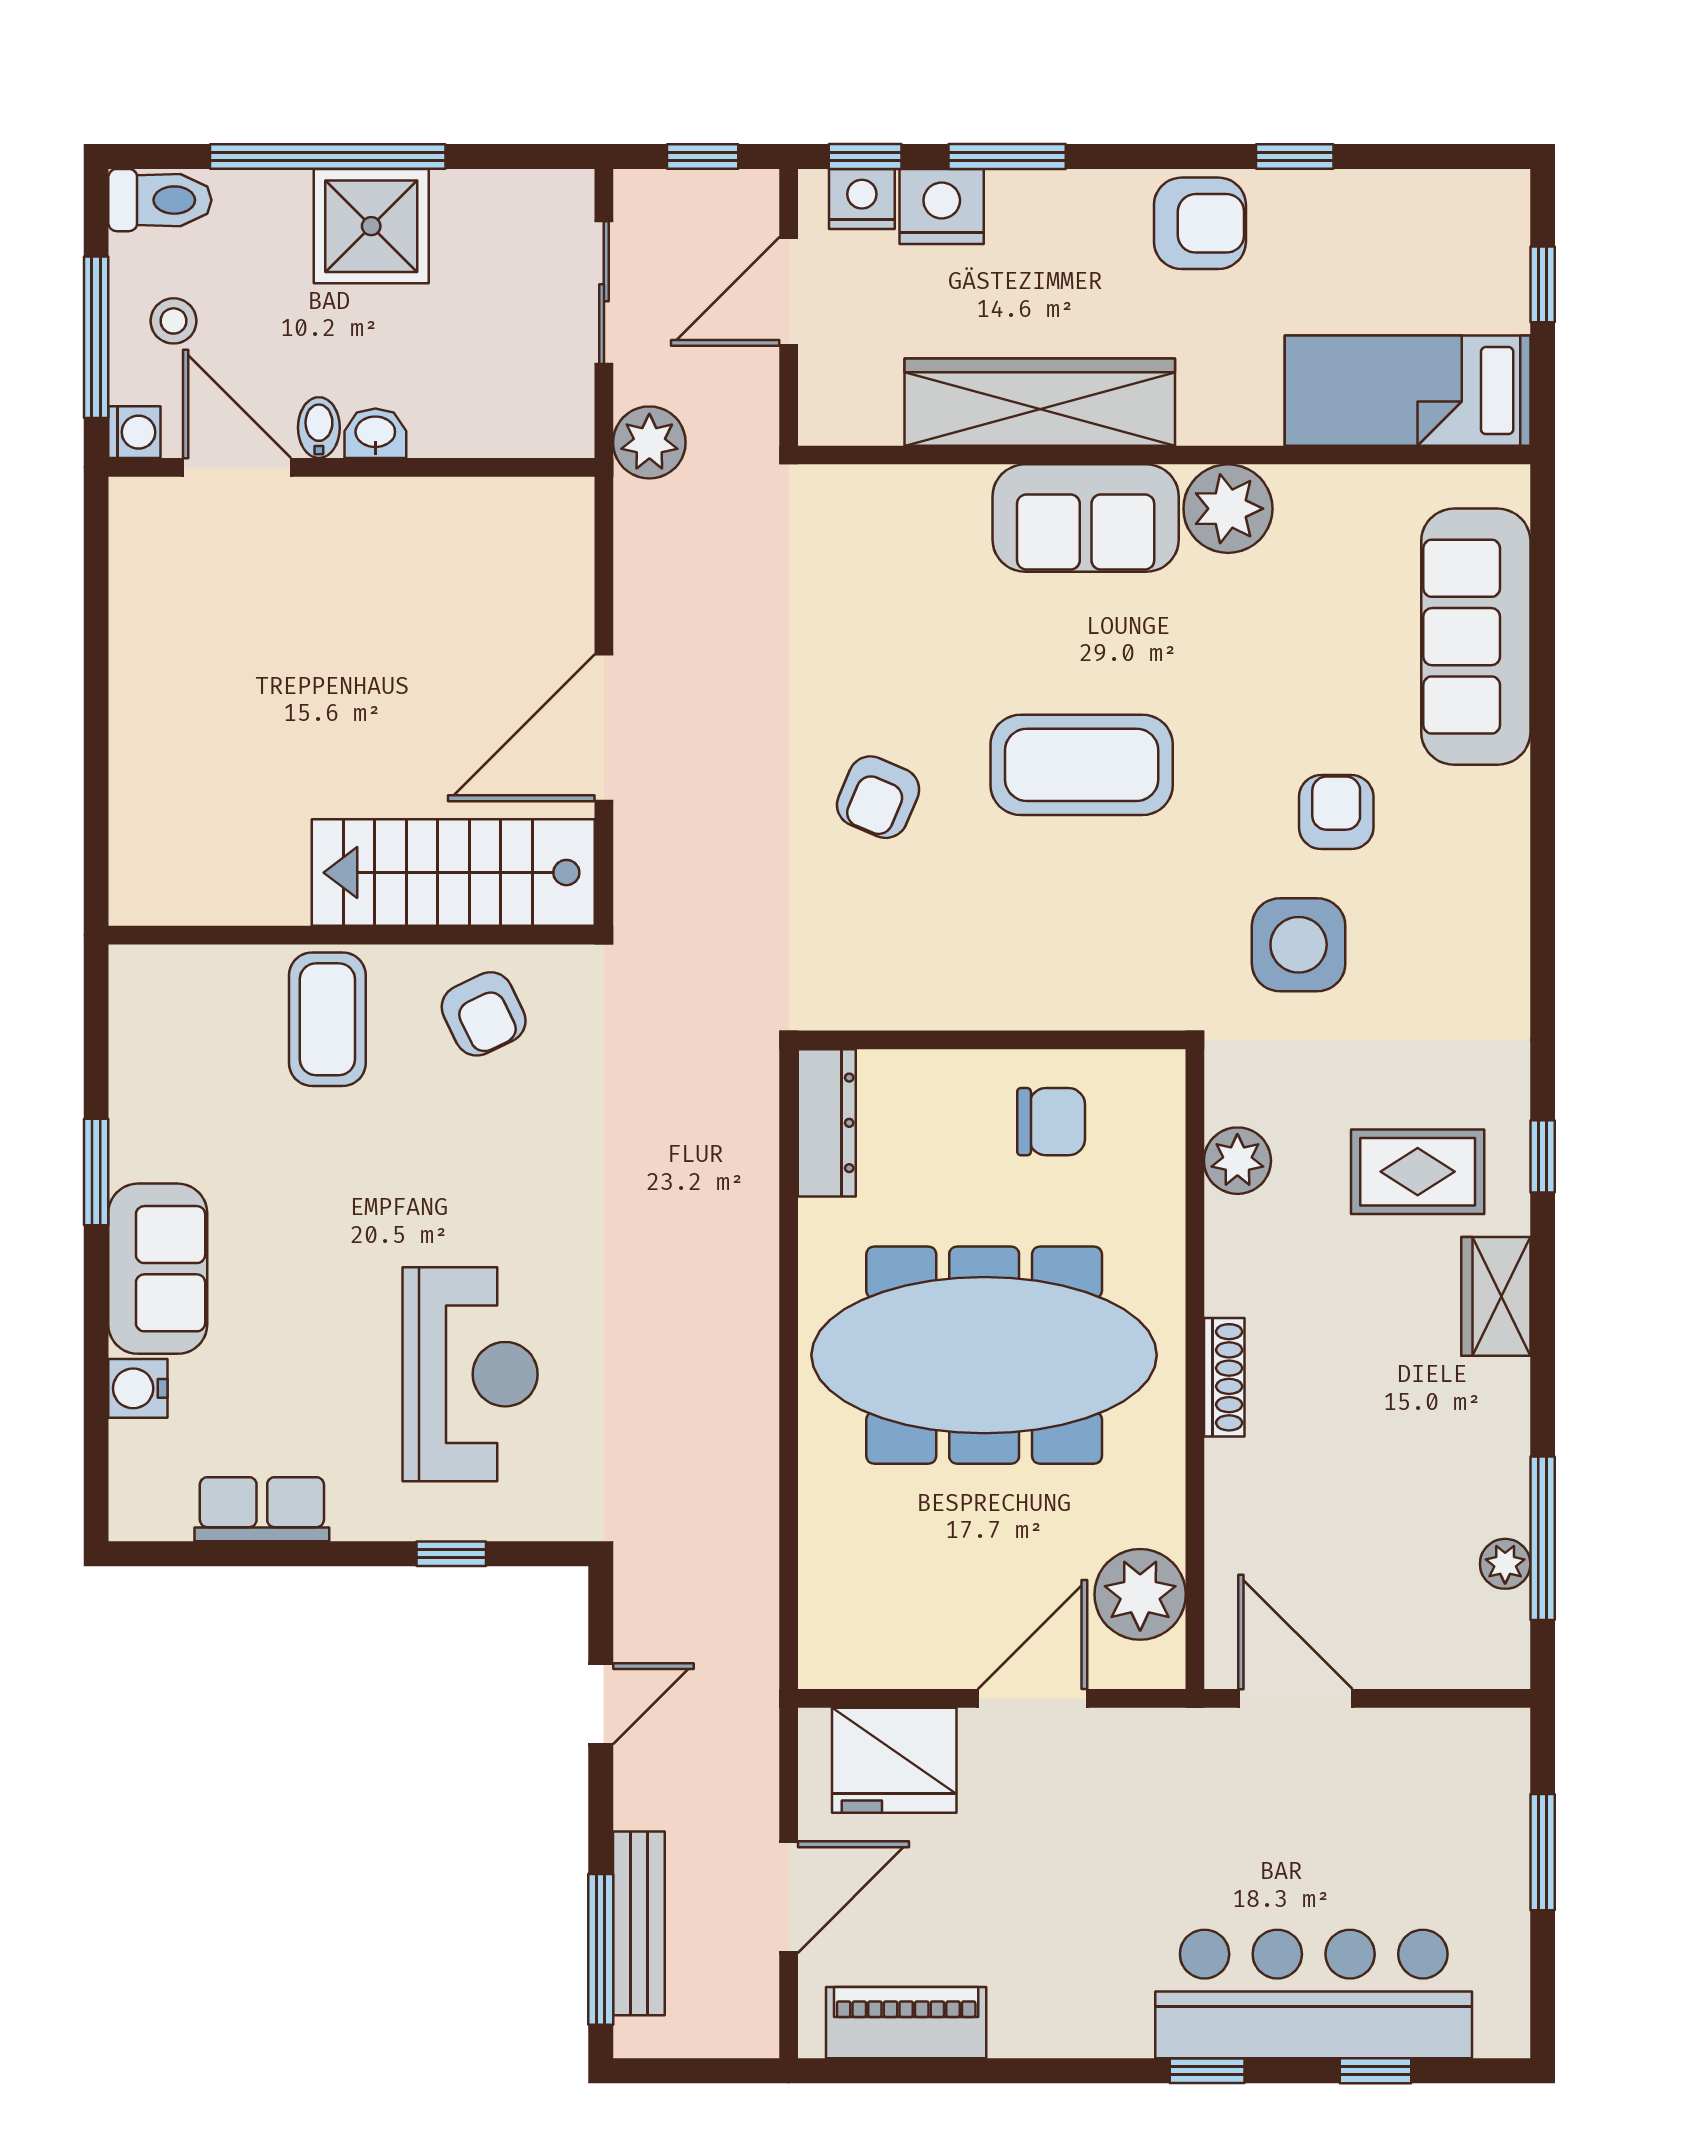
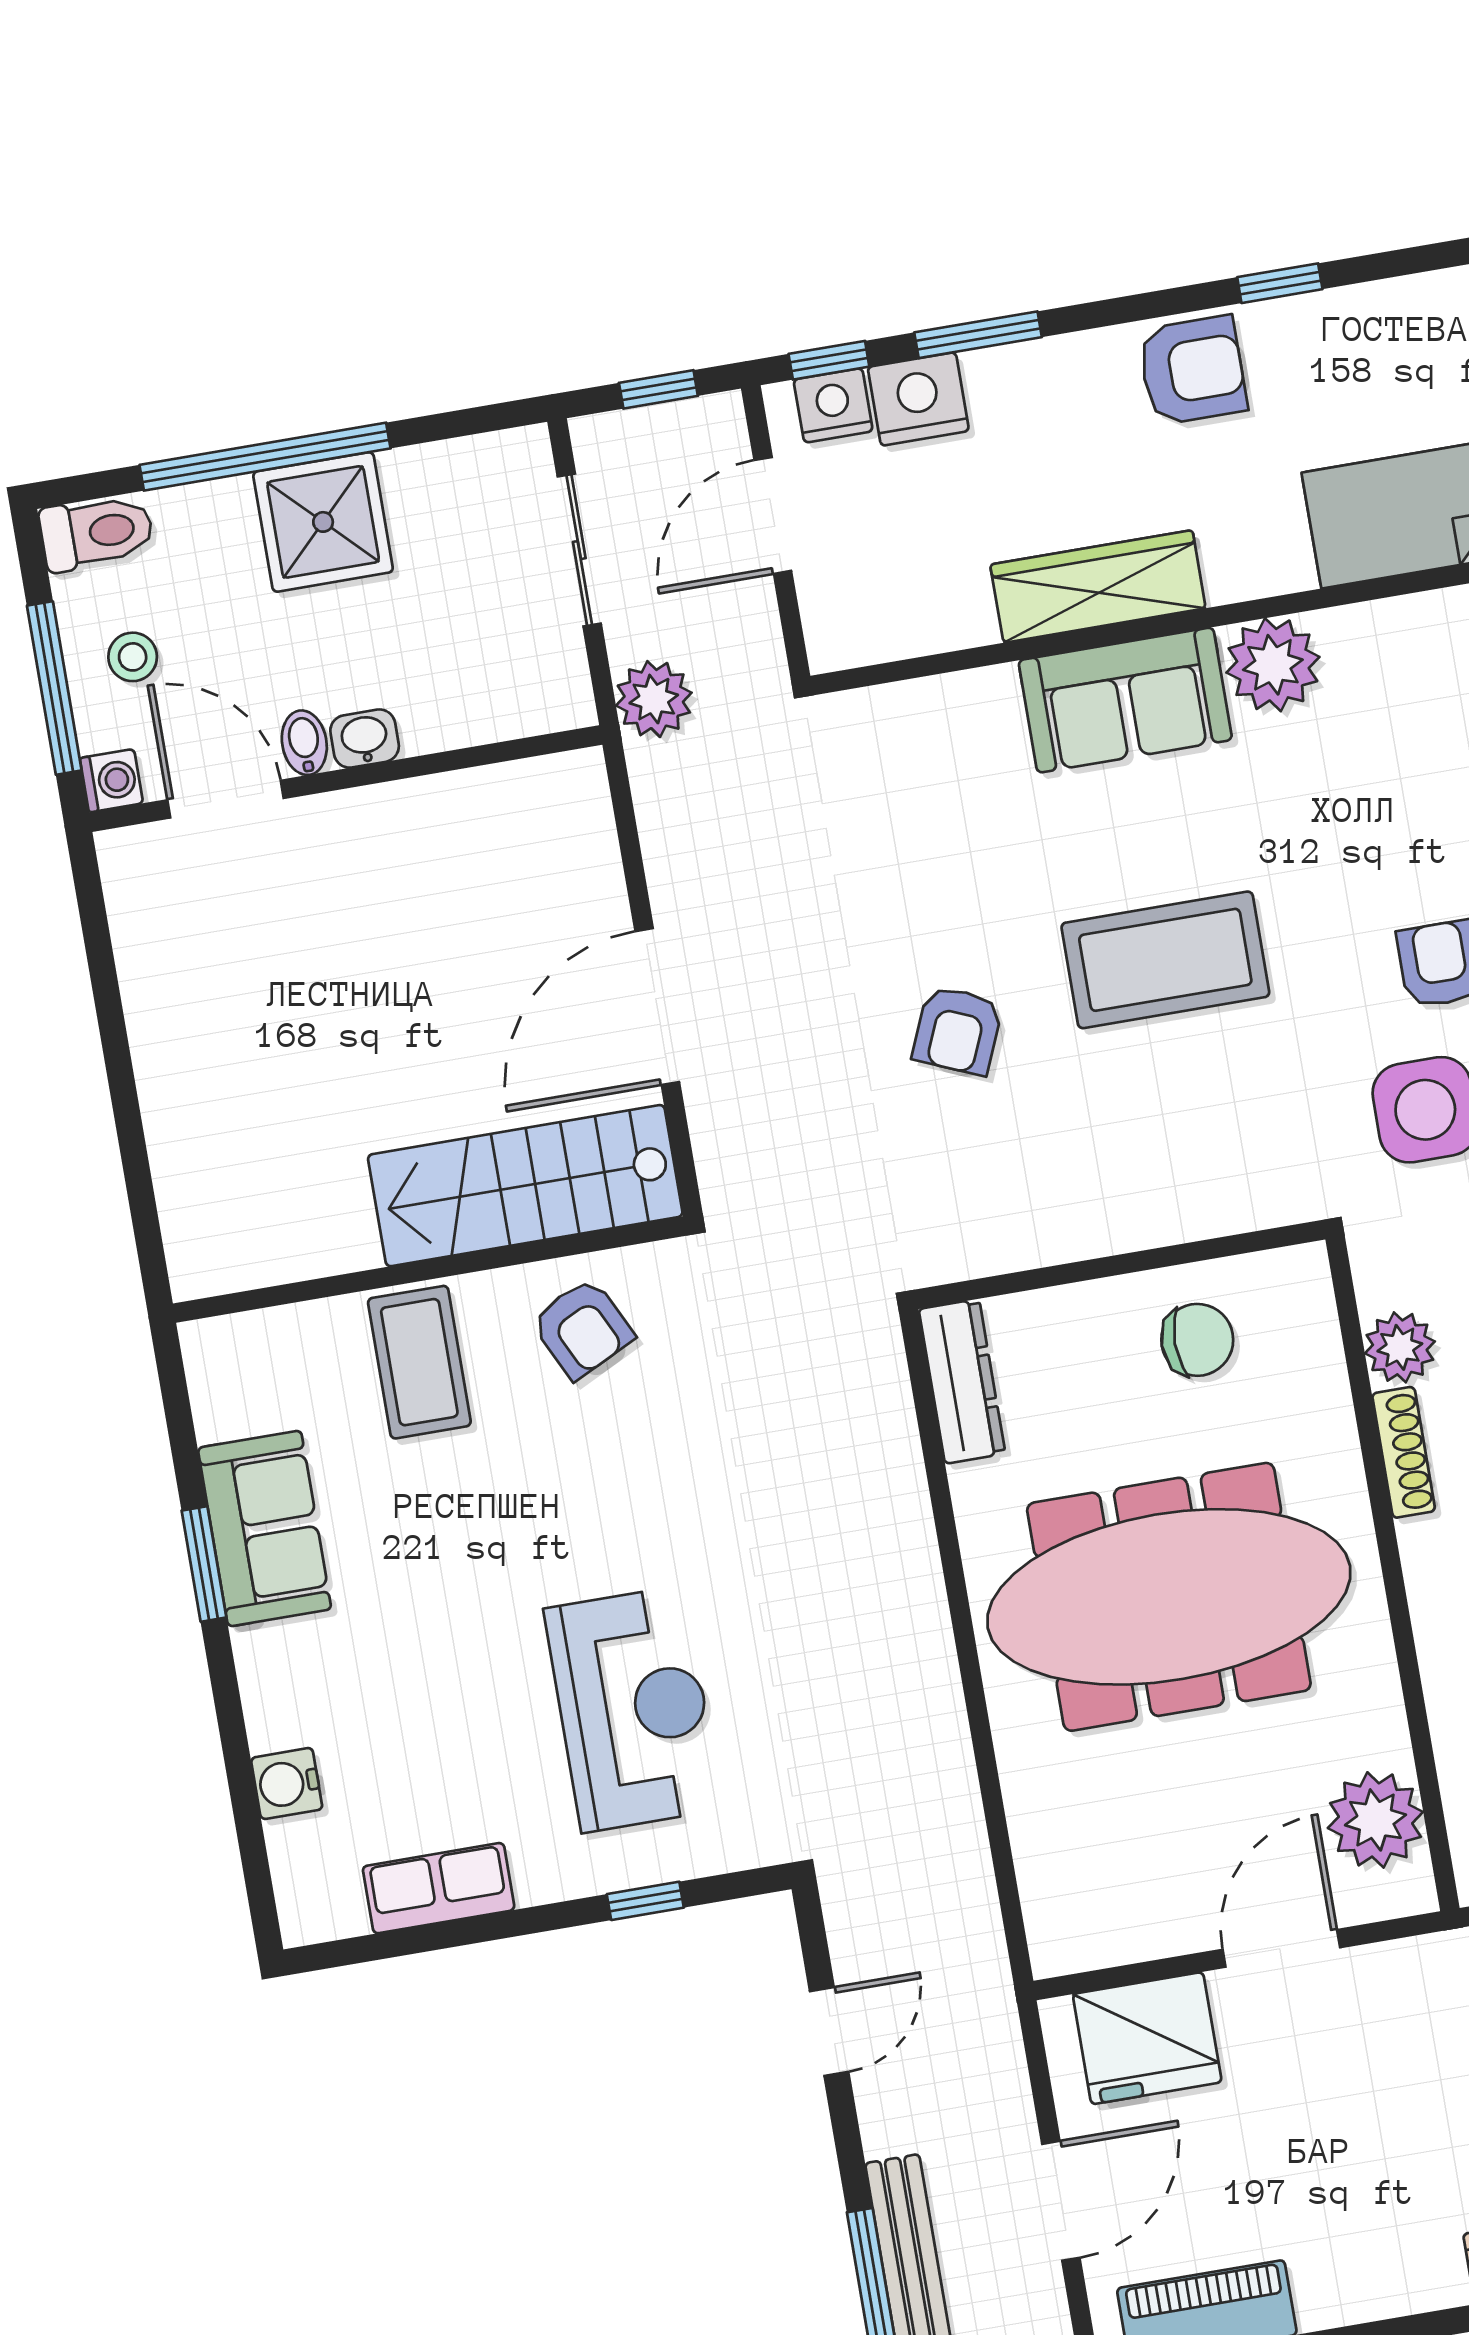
wardrobe: (1040, 402) -> (1098, 586), width x0.71, depth x0.85
sofa: (158, 1269) -> (265, 1528), moved
shoe rack: (1224, 1377) -> (1404, 1452), moved

